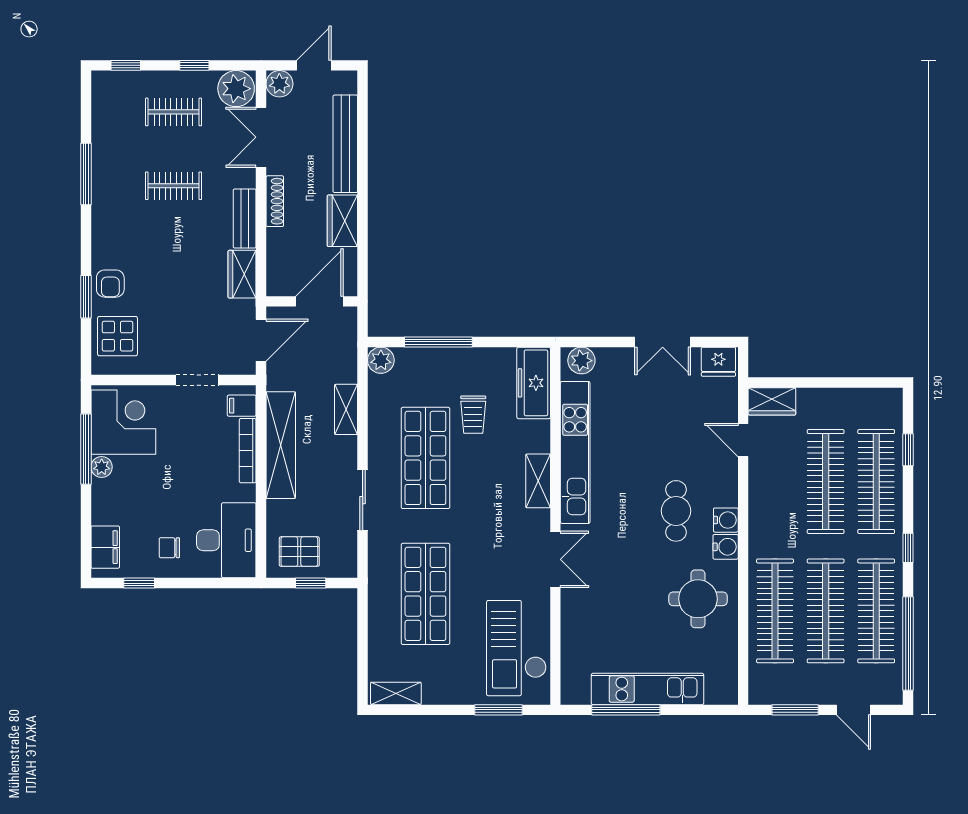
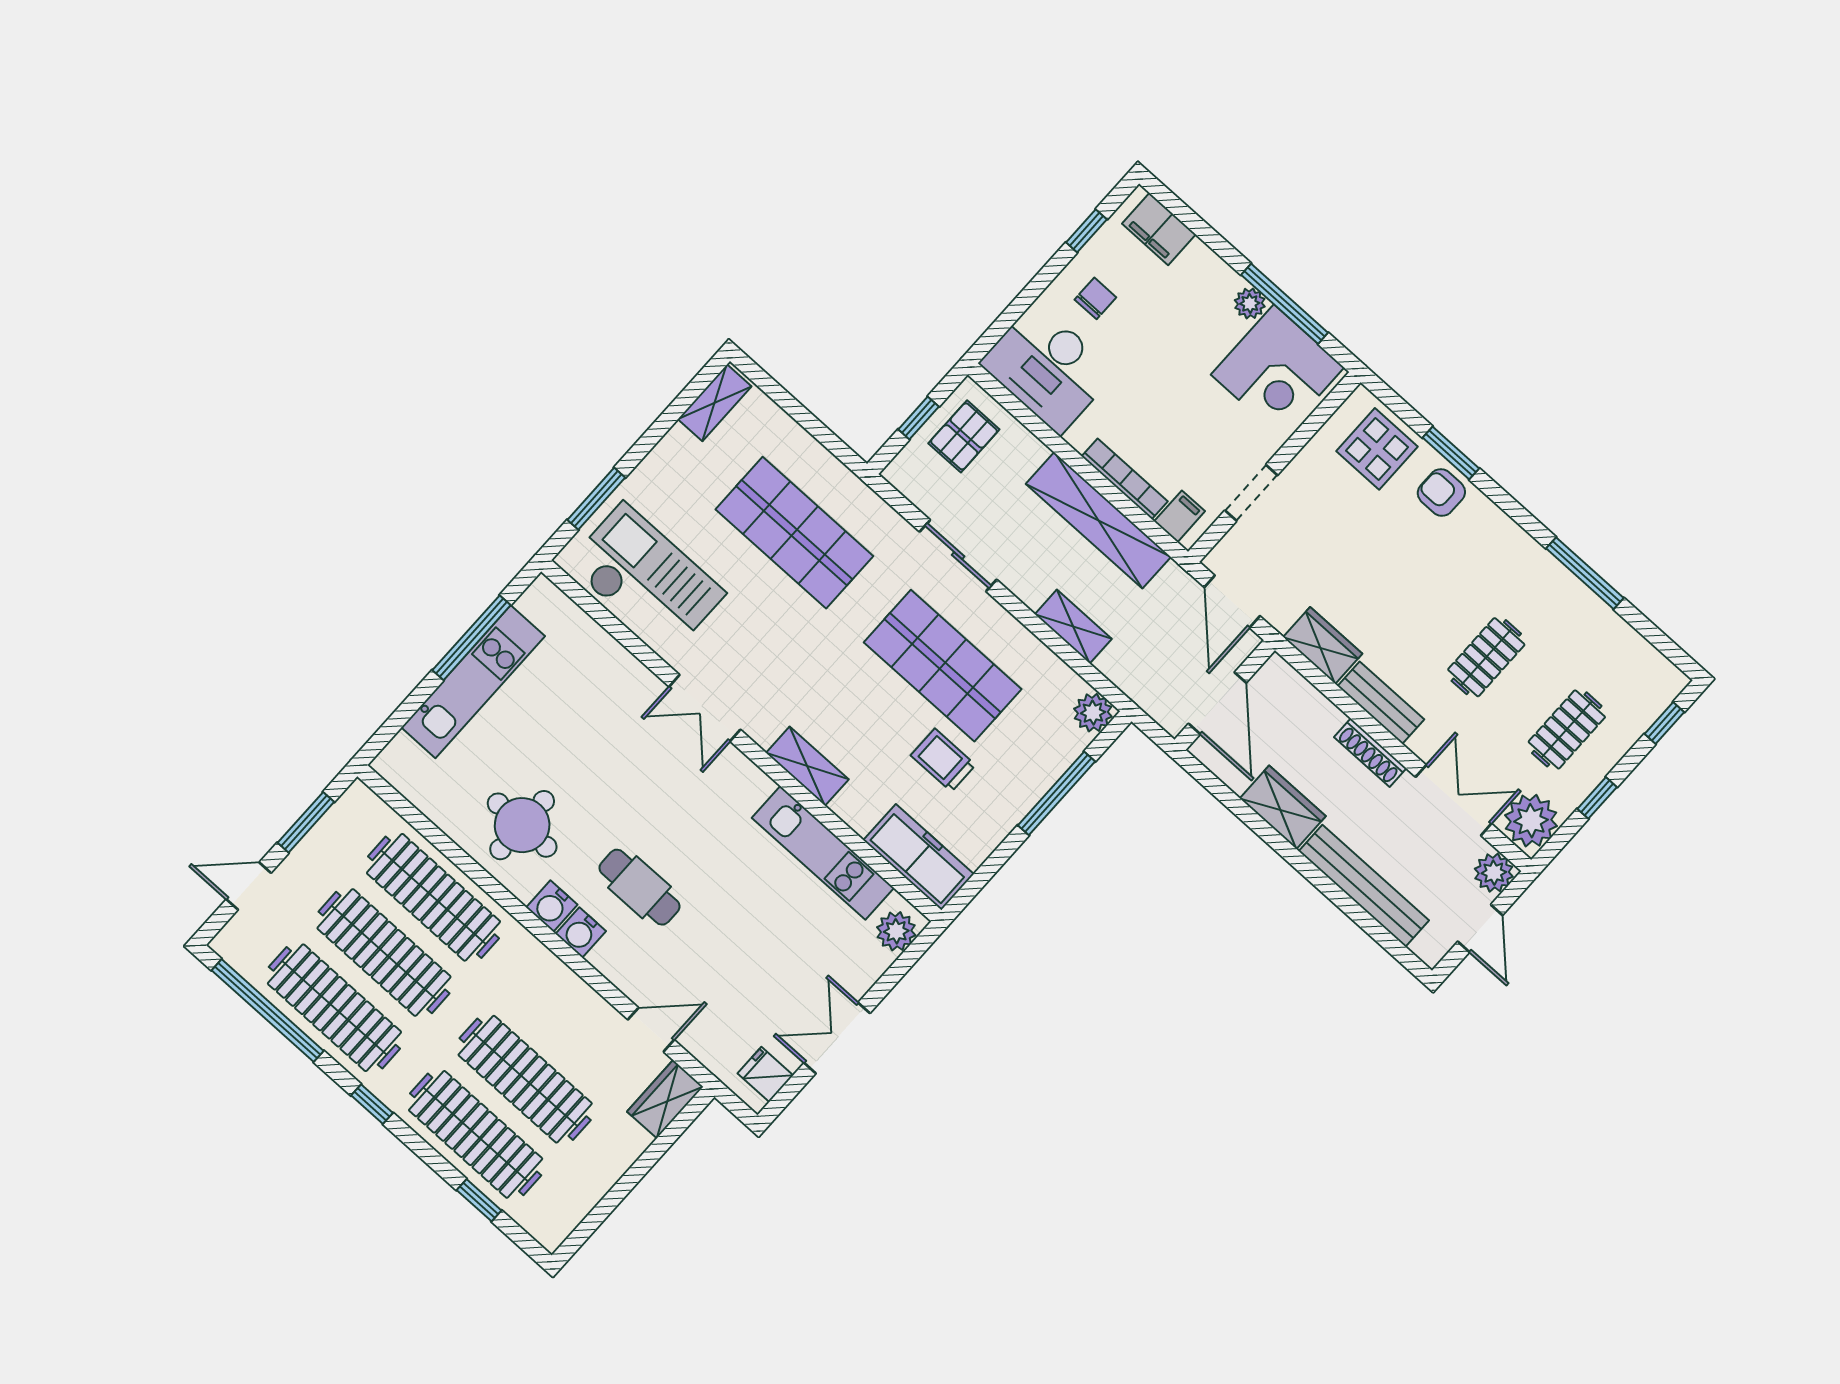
fridge: (718, 362) -> (765, 1074), width x0.72
kitchen unit: (575, 452) -> (823, 853), width x0.73

